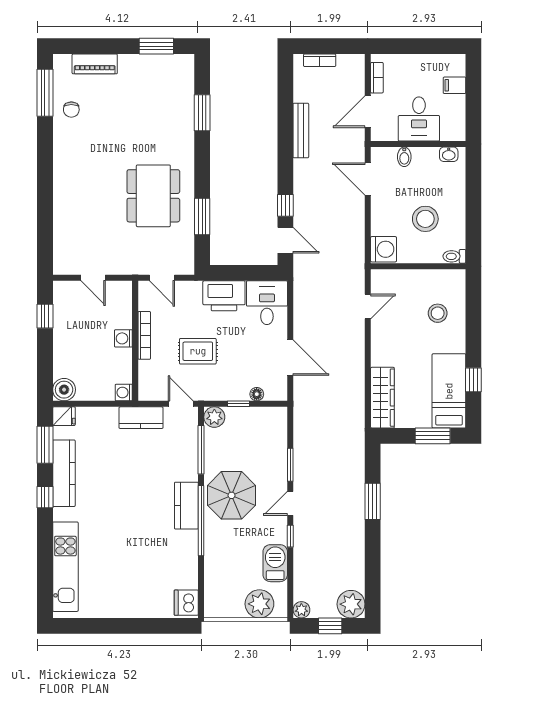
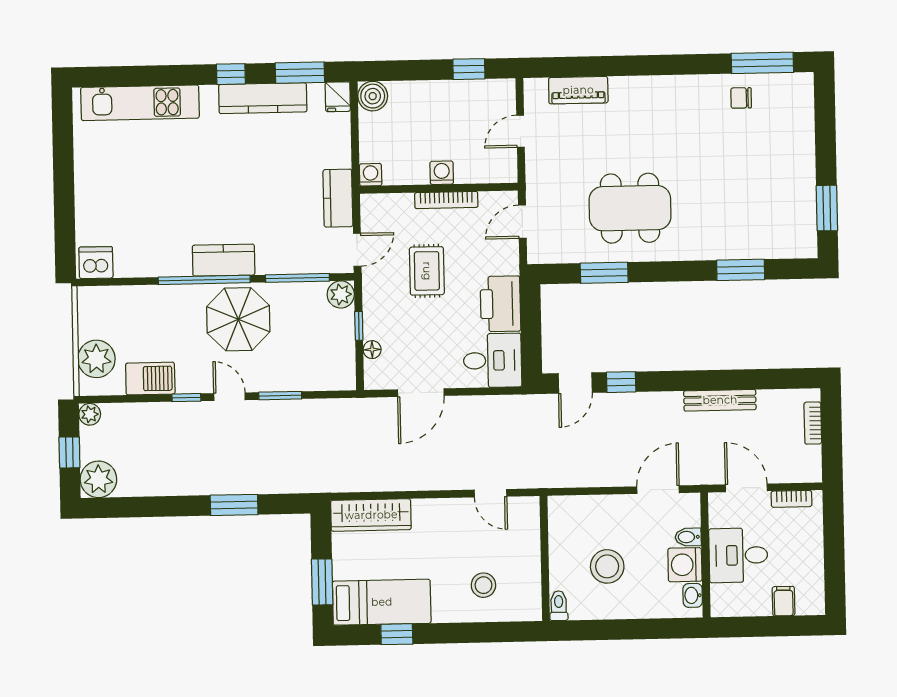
piano: (95, 64) -> (578, 90), moved, turned -90
washing machine: (384, 249) -> (685, 565), moved, turned 90

